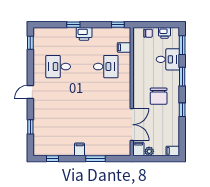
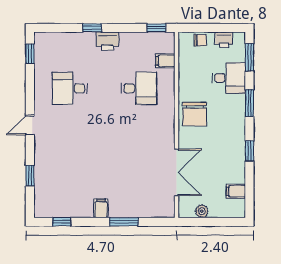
chair: (159, 96) -> (195, 114), moved
filing cabinet: (139, 149) -> (186, 208), removed
filing cabinet: (173, 151) -> (236, 191), moved

